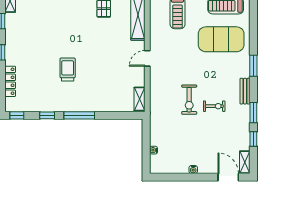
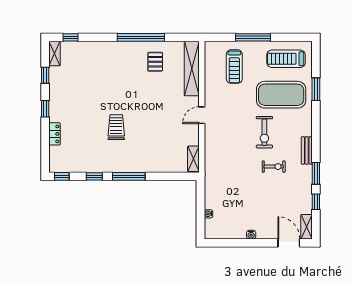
window: (253, 66) -> (316, 89), moved
locker: (10, 81) -> (55, 134), width x0.66
exercise bike: (189, 100) -> (264, 132), moved

